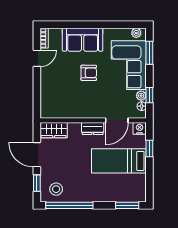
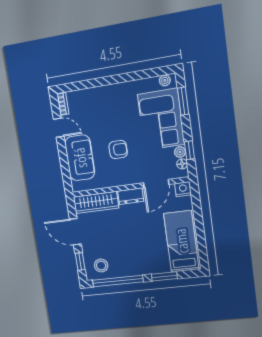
sofa: (83, 40) -> (80, 158), moved, turned -90
door: (37, 58) -> (59, 128), hinge flipped
armchair: (89, 73) -> (118, 150), moved
wardrobe: (54, 130) -> (96, 202), width x1.50
window: (149, 149) -> (197, 210), removed
bed: (119, 161) -> (181, 241), moved, turned 90
window: (127, 205) -> (164, 276), moved

